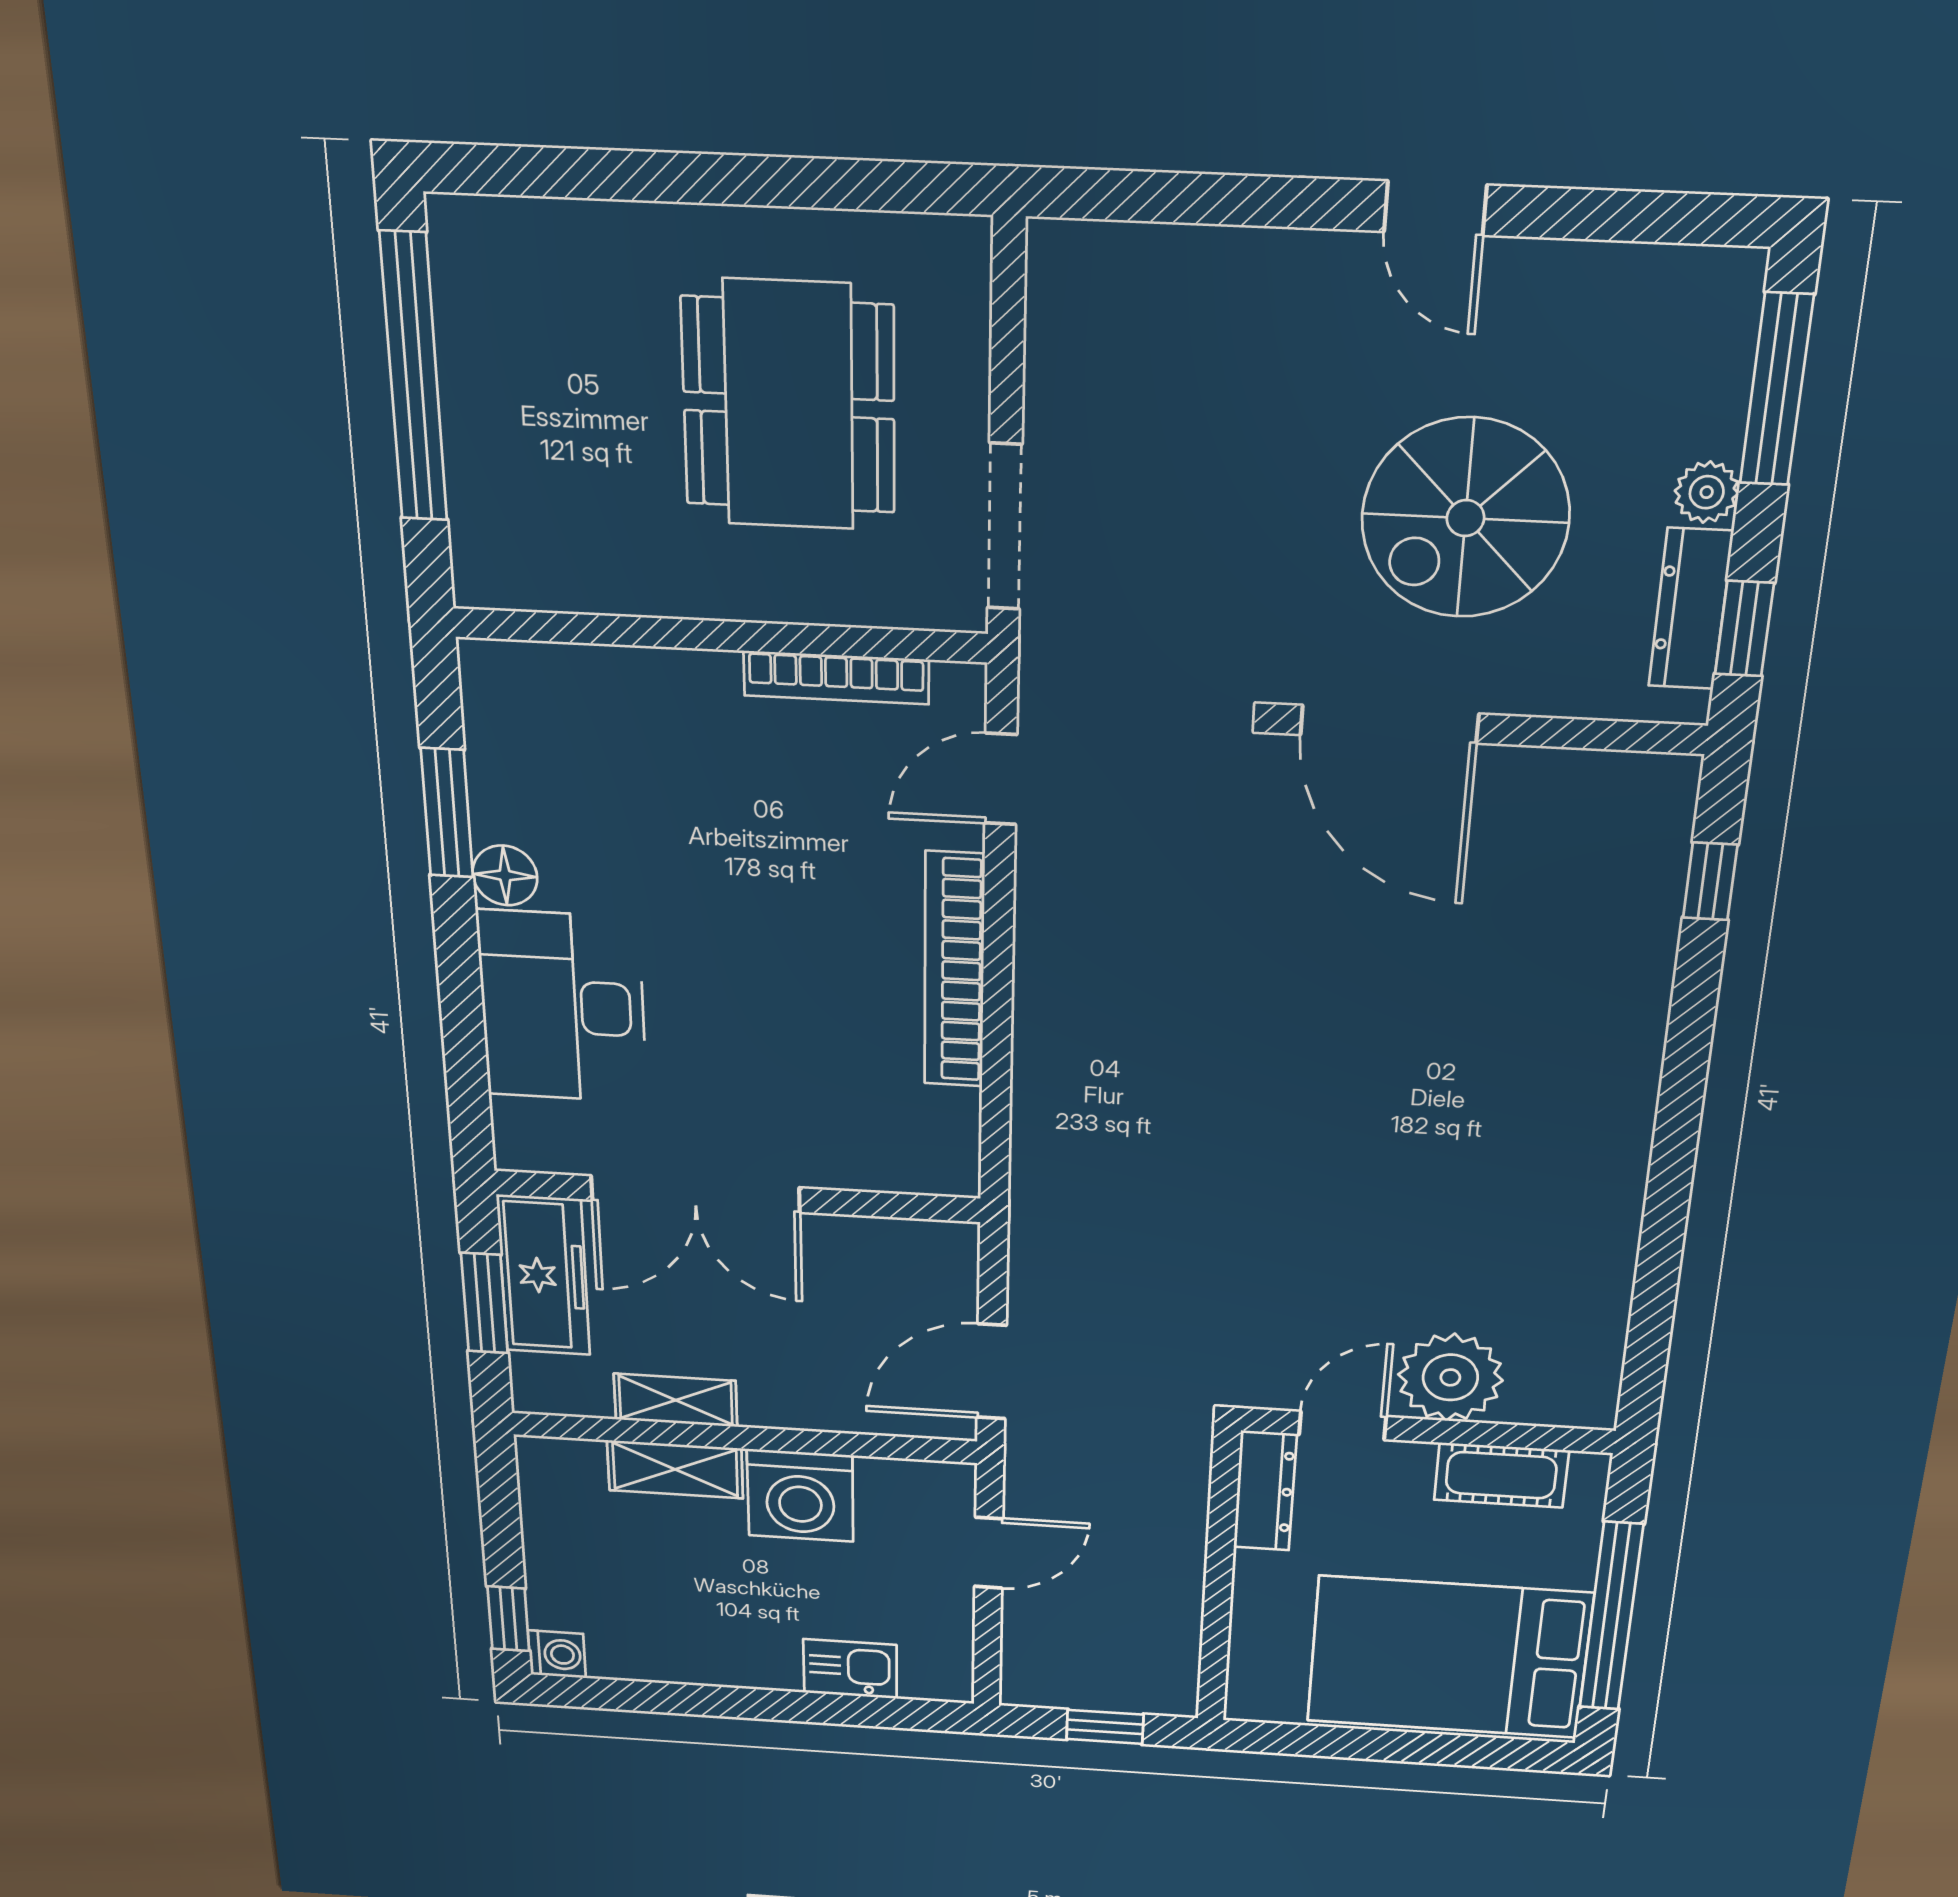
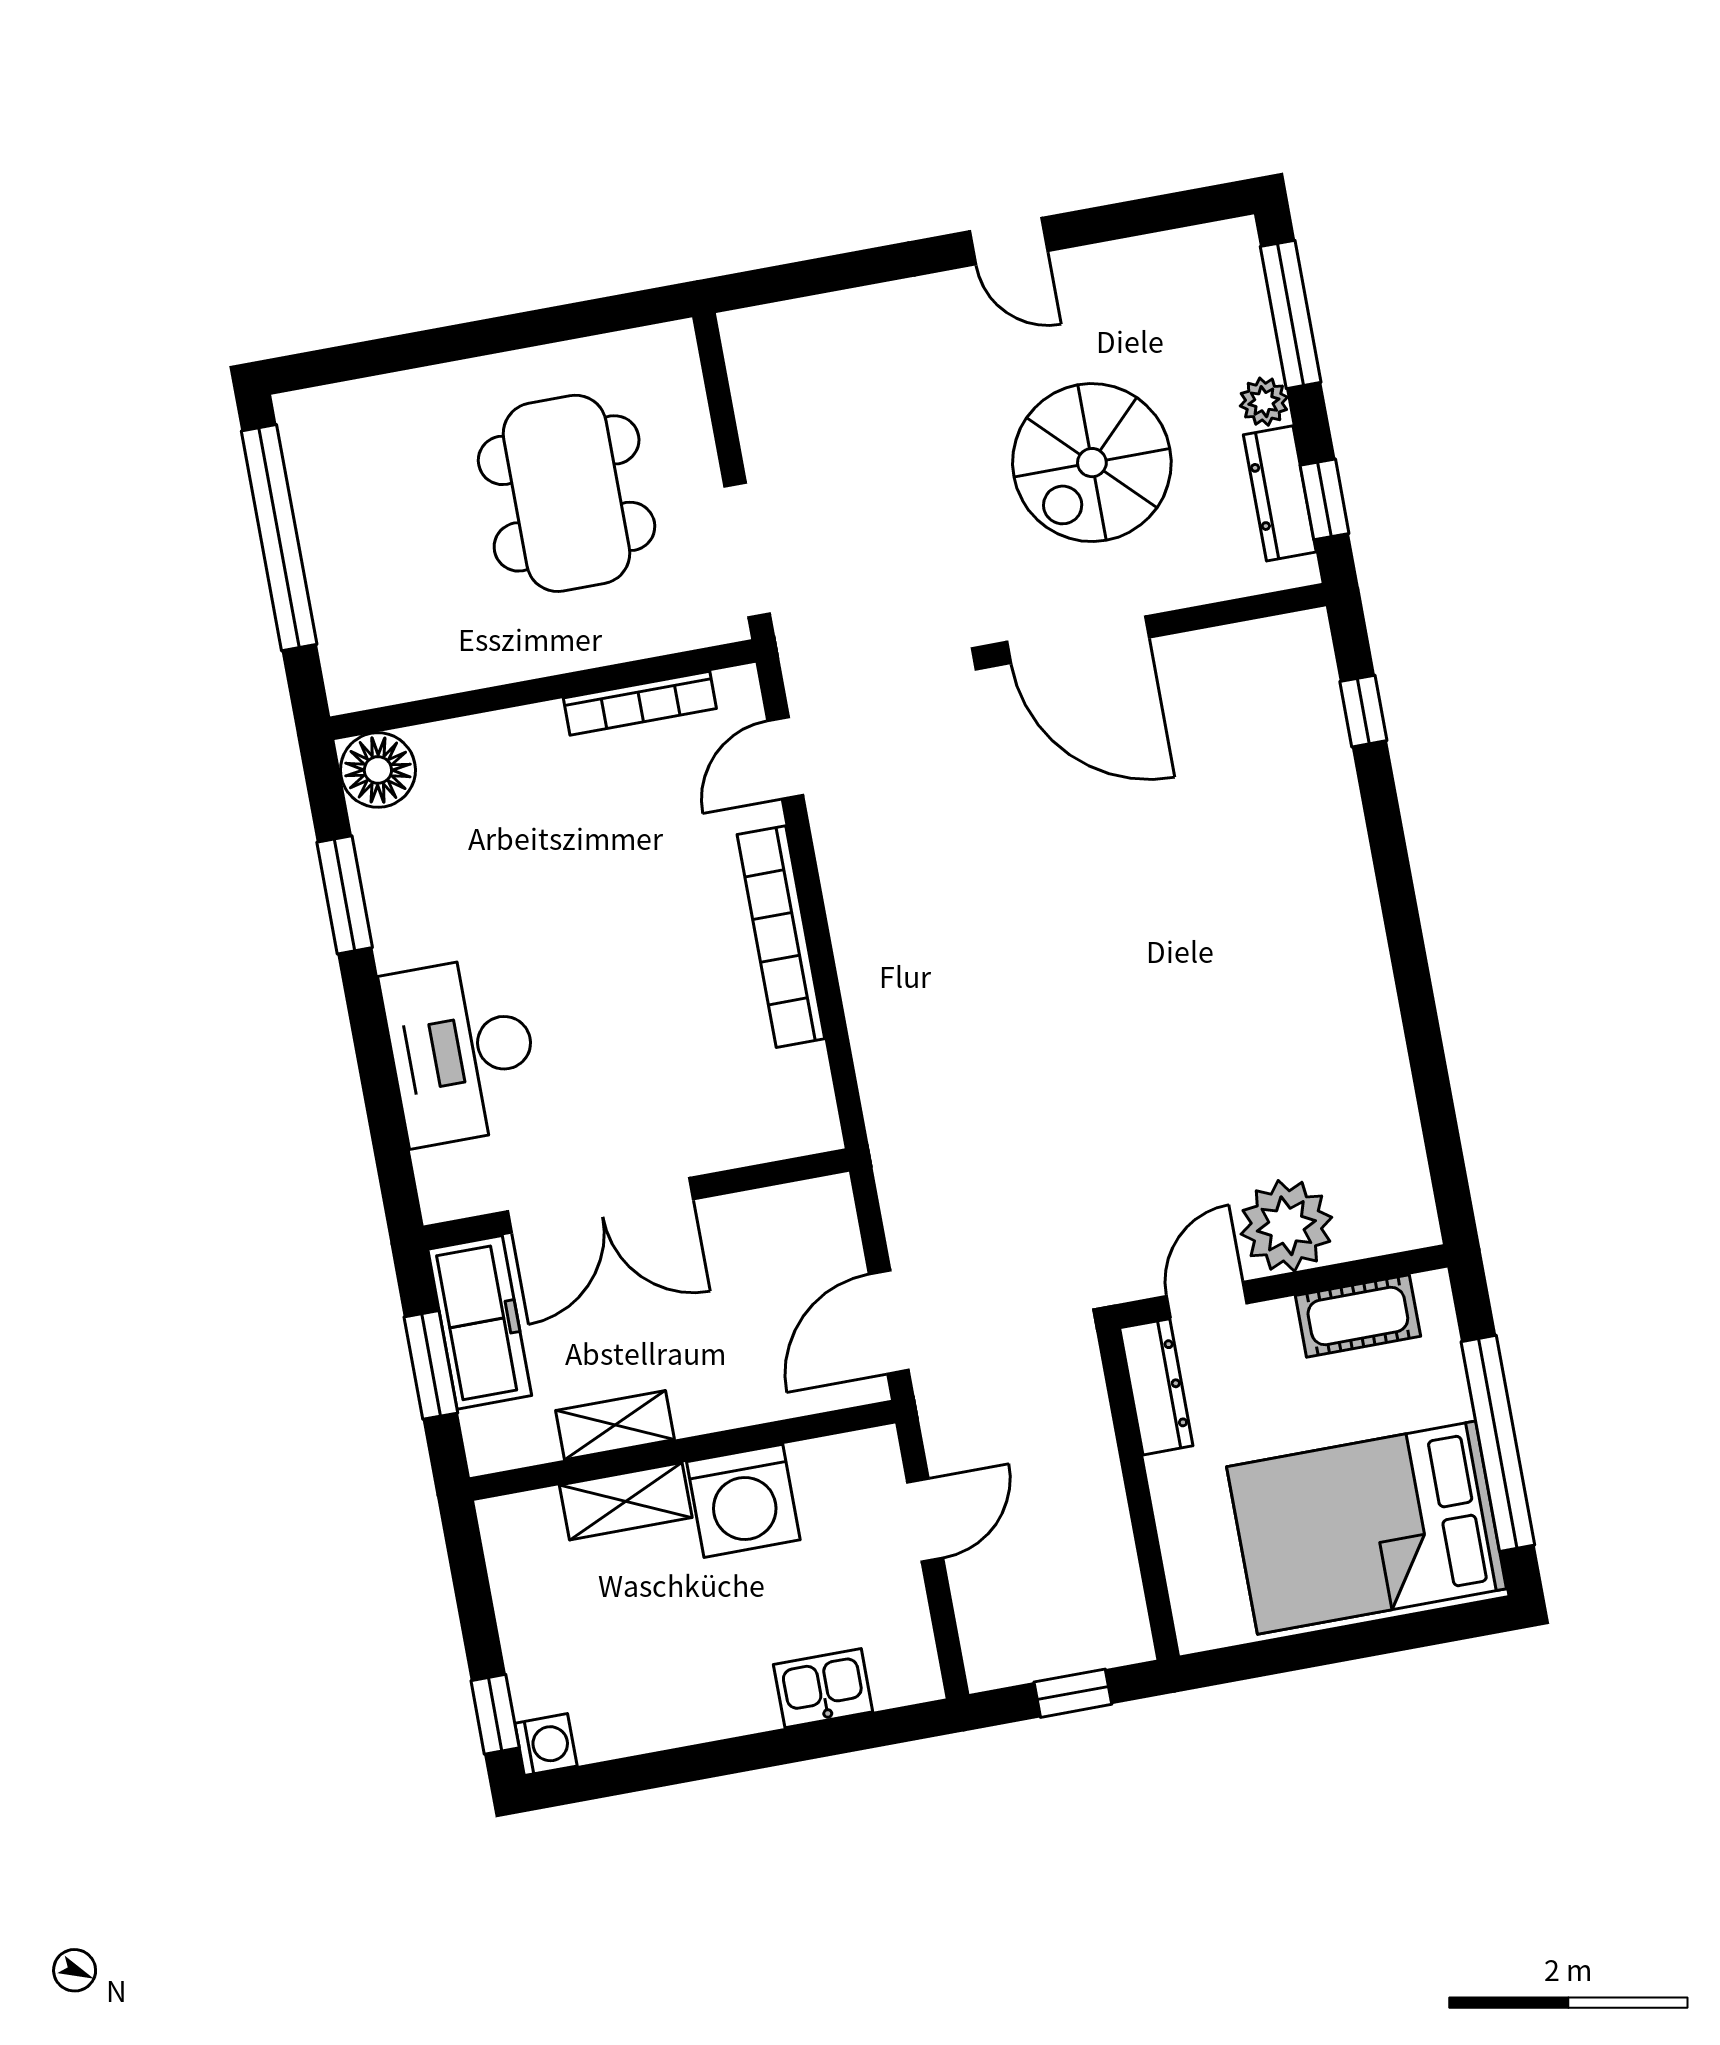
floor lamp: (505, 875) -> (378, 770), moved, width x1.38, depth x1.38

